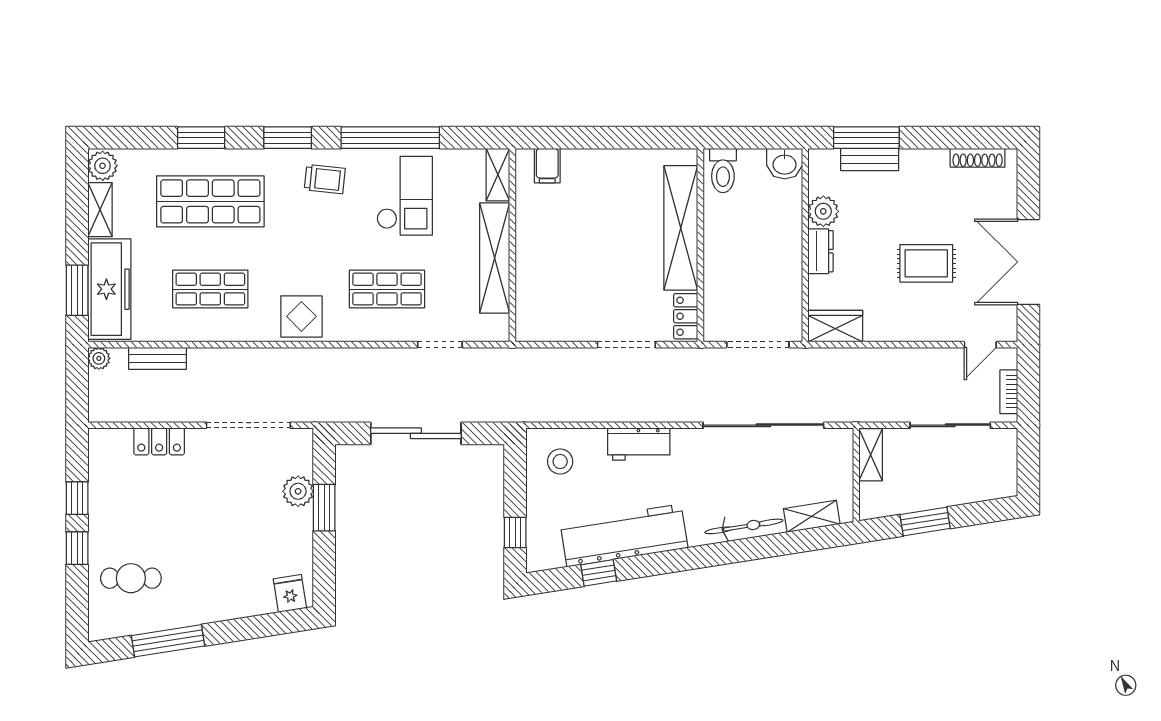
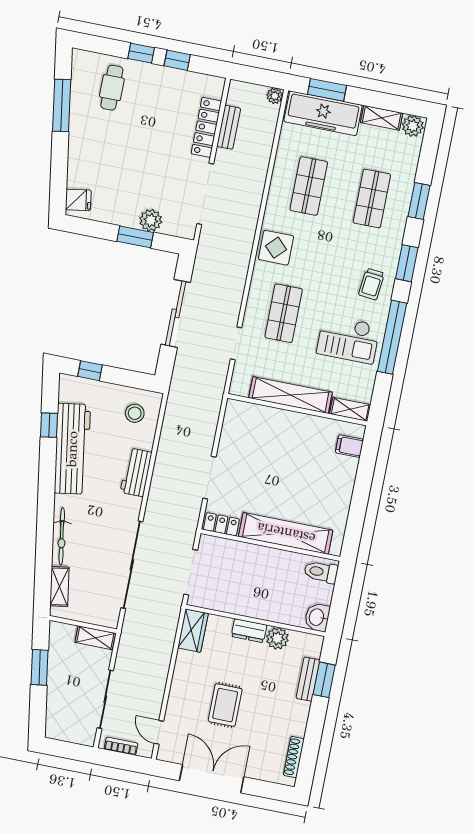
window: (866, 138) -> (324, 680), width x0.69
shop shelf: (210, 201) -> (372, 199), width x0.70, depth x0.74
bench: (158, 358) -> (229, 127), moved
locker: (159, 441) -> (206, 127), width x1.53

